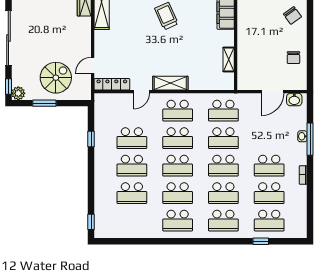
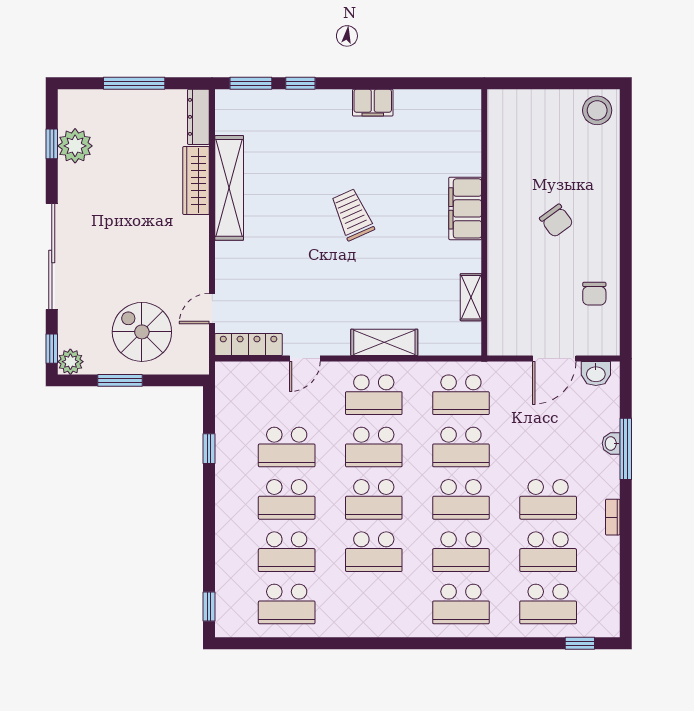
chair: (292, 15) -> (556, 221), moved
spiral stairs: (56, 78) -> (142, 332), turned -90
shelving: (170, 83) -> (384, 342), moved
school desk: (178, 221) -> (287, 604), moved
window: (261, 241) -> (580, 643), moved

